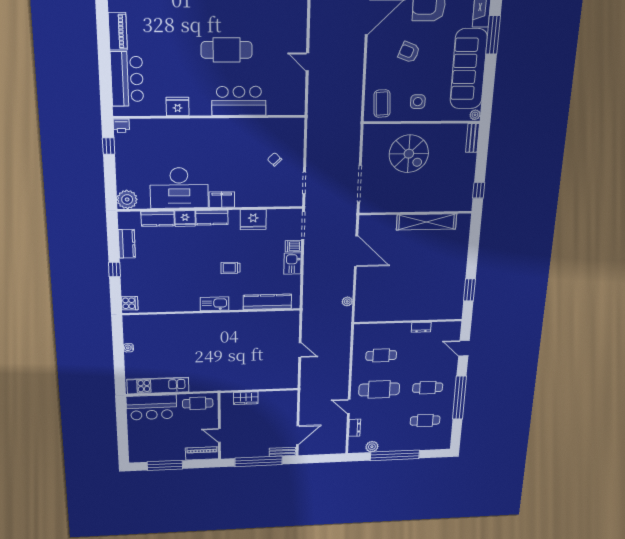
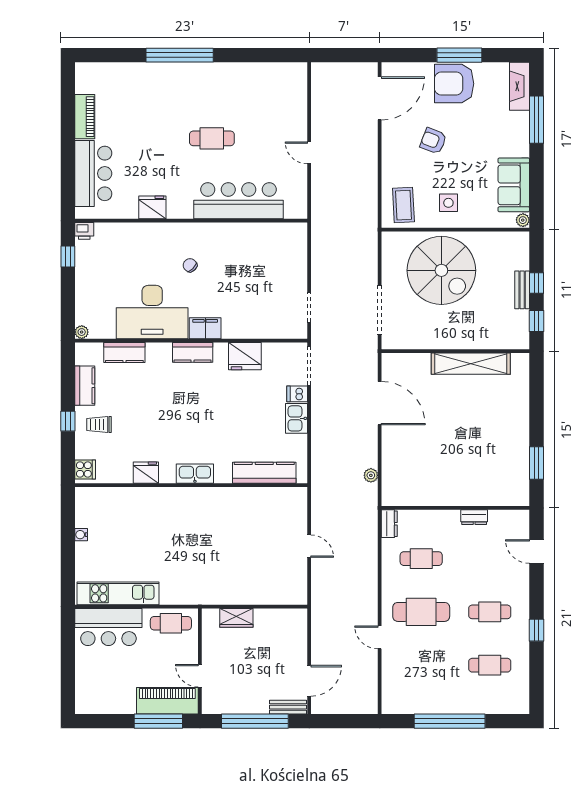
cafe table: (227, 50) -> (212, 138), width x0.73, depth x0.74
sofa: (469, 69) -> (514, 185), width x0.54, depth x0.79
bar counter: (239, 101) -> (238, 201), width x1.36
bench: (472, 138) -> (522, 290), moved
spiral stairs: (409, 154) -> (441, 270), width x1.37, depth x1.37
chair: (275, 159) -> (190, 265), moved
window: (481, 162) -> (537, 283), added
plant: (127, 199) -> (82, 332), width x0.53, depth x0.53
fridge: (185, 219) -> (146, 473), moved, turned 180
trolley: (230, 268) -> (99, 425), moved
window: (459, 398) -> (537, 630), width x0.32
dresser: (355, 428) -> (389, 524), moved
plant: (372, 447) -> (416, 705), removed
piano: (202, 453) -> (167, 701), width x1.37, depth x1.33
window: (165, 465) -> (158, 721), moved

